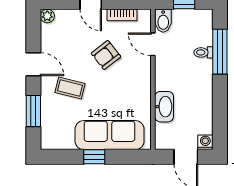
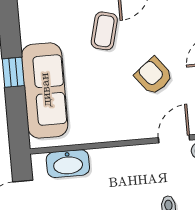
washbasin: (164, 107) -> (68, 164), moved

